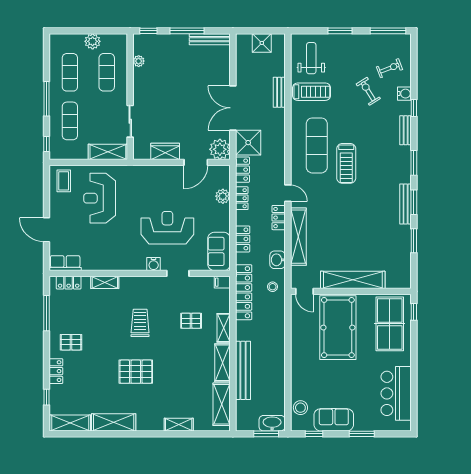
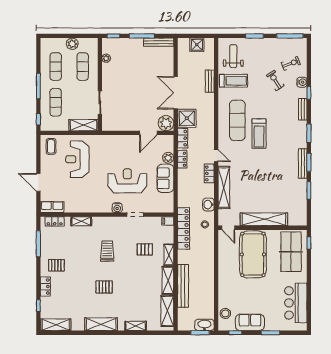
wardrobe: (165, 151) -> (126, 125), removed
locker: (243, 239) -> (183, 189), removed
sofa: (219, 251) -> (165, 178), moved
pallet: (136, 372) -> (104, 287), width x0.67, depth x0.71
shelving: (114, 422) -> (101, 324), moved

